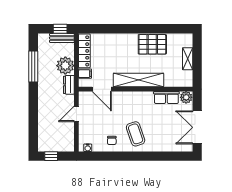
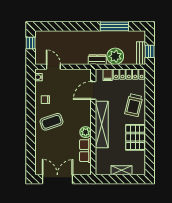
trolley: (118, 46) -> (134, 105), added
plant: (186, 97) -> (86, 132), moved
door: (76, 114) -> (53, 67), moved

